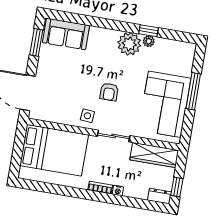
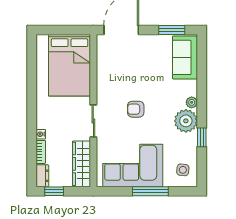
plant: (149, 41) -> (192, 102), moved
side table: (87, 116) -> (183, 170), moved
bookcase: (100, 188) -> (41, 152), moved

